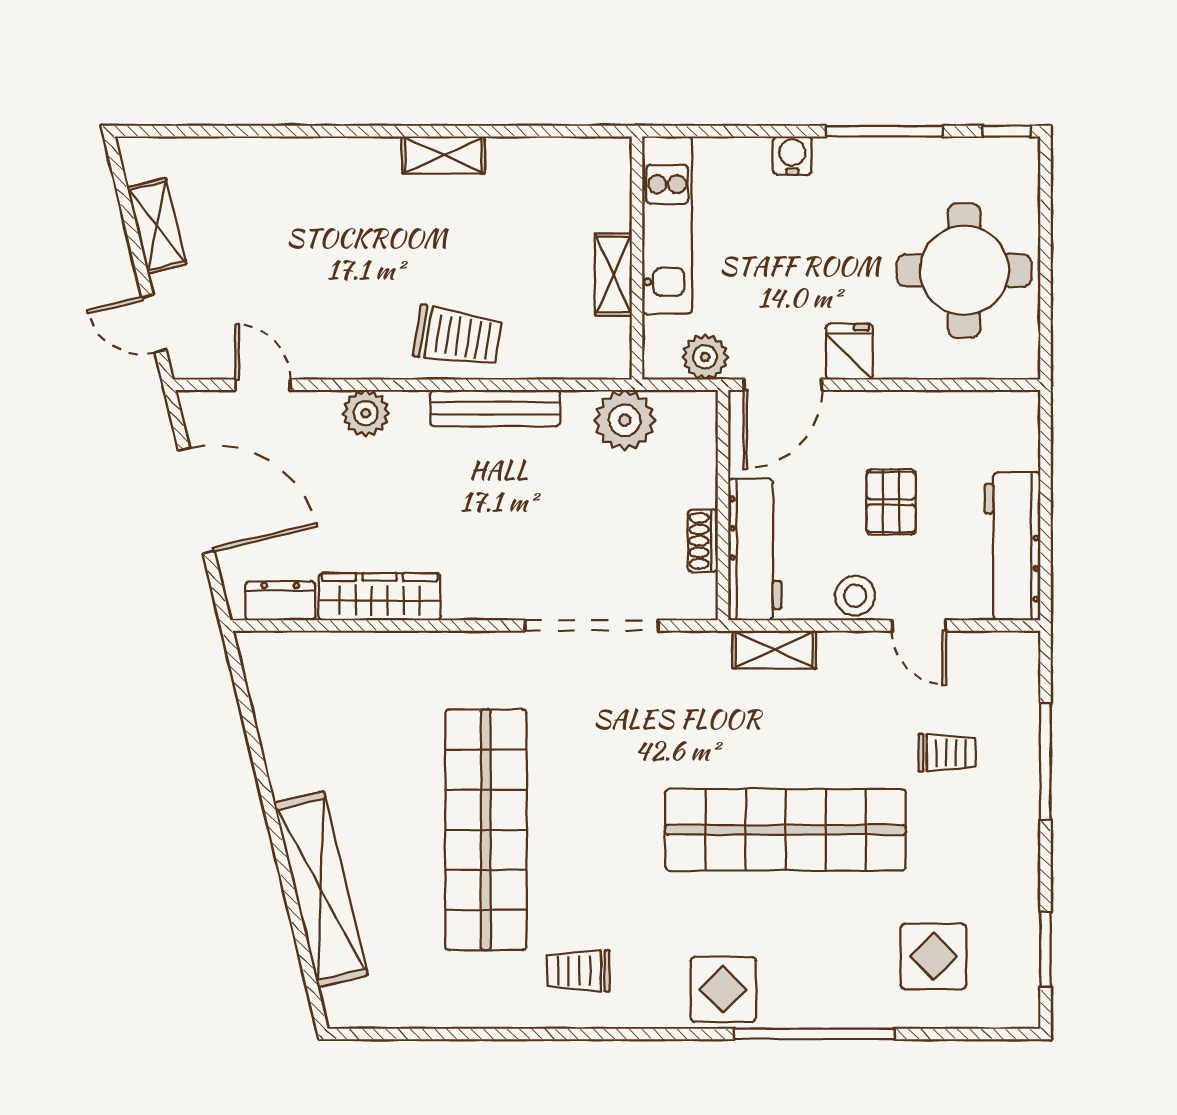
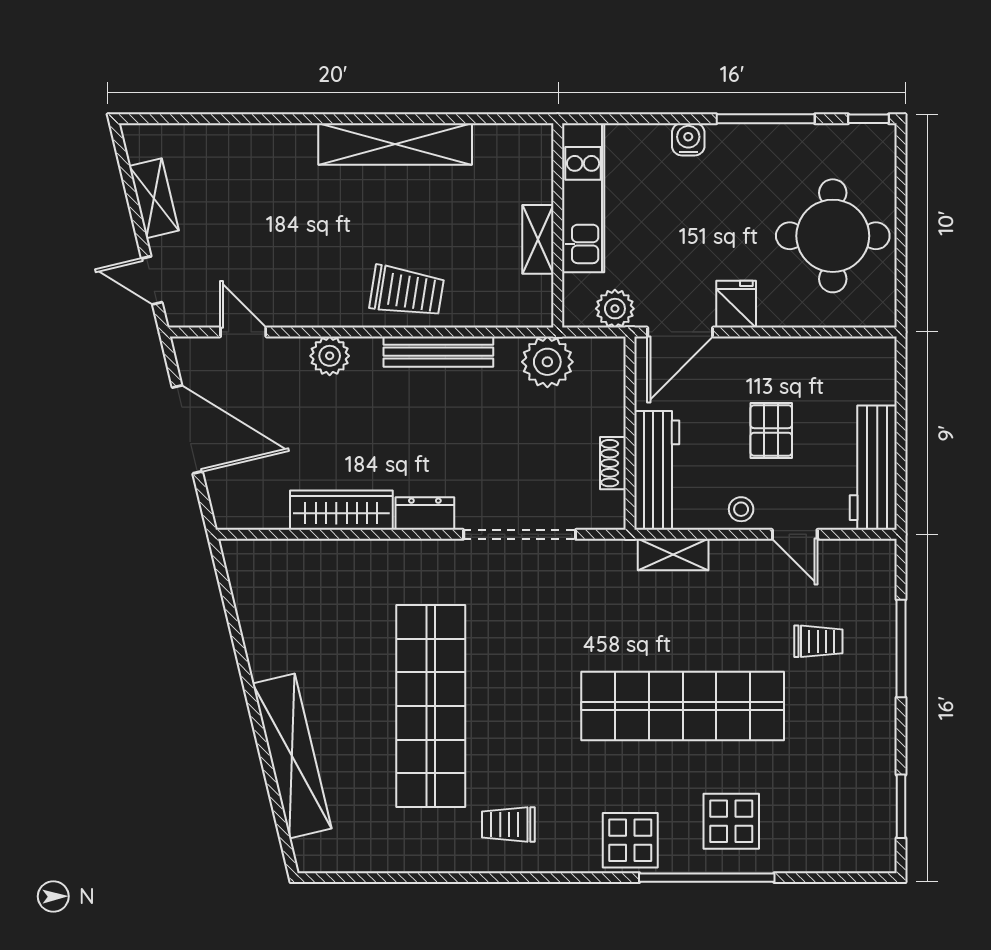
shelving: (443, 155) -> (395, 144), width x2.20, depth x1.33
stool: (855, 596) -> (741, 509), width x0.73, depth x0.73
dresser: (280, 601) -> (425, 514), moved
display table: (933, 956) -> (731, 821), moved

